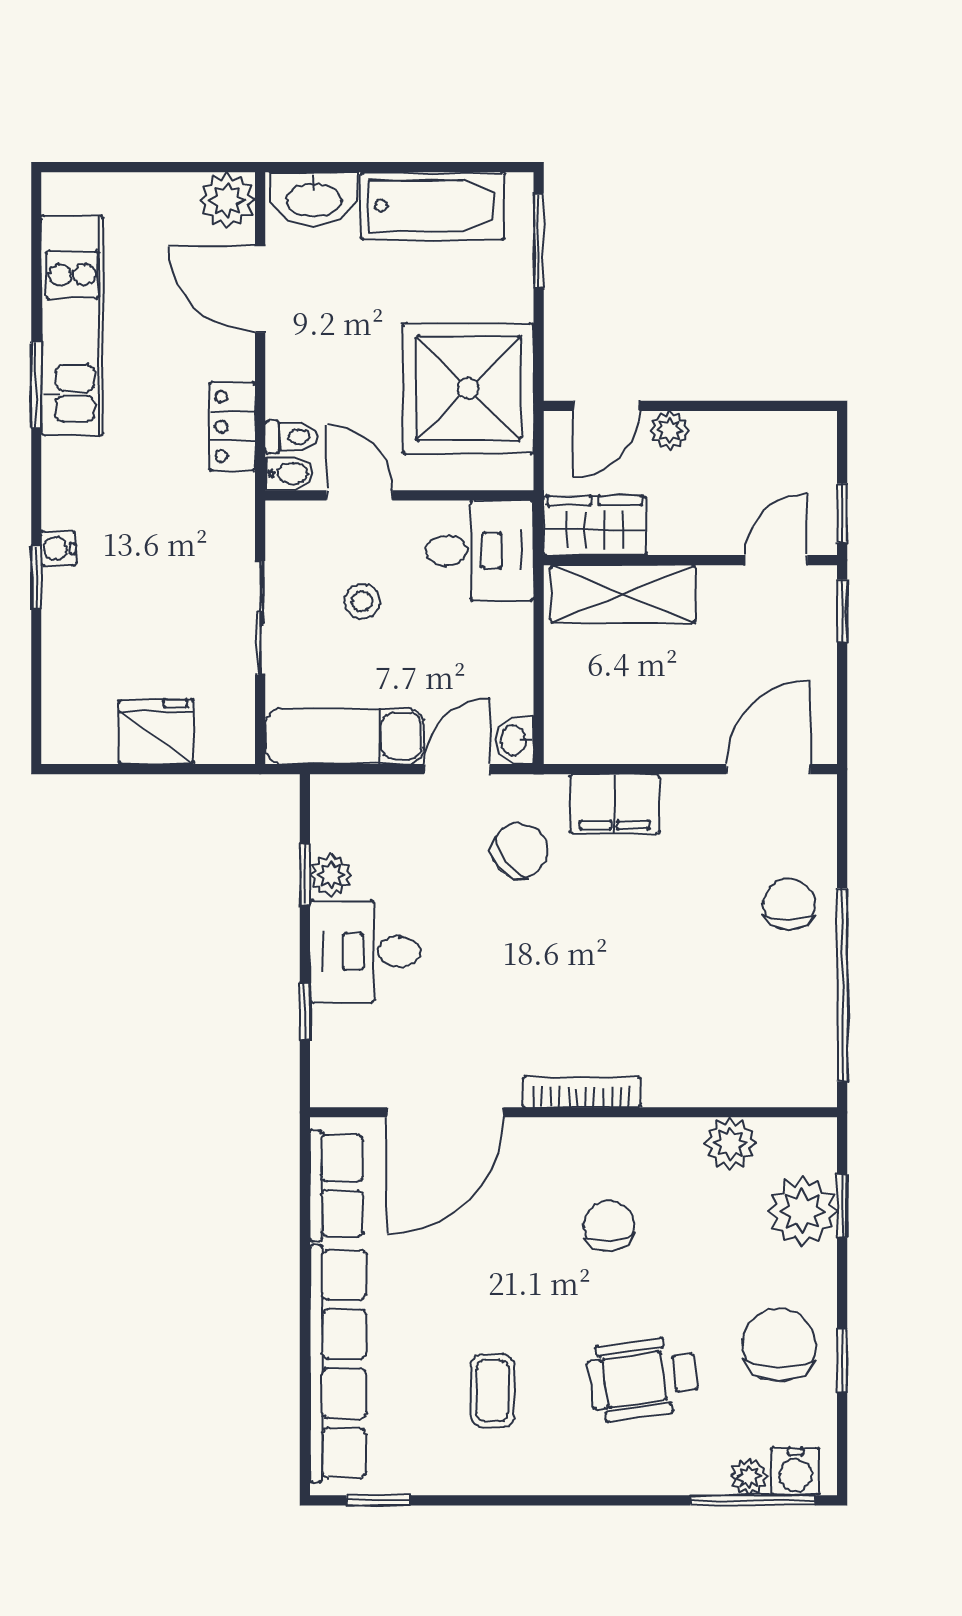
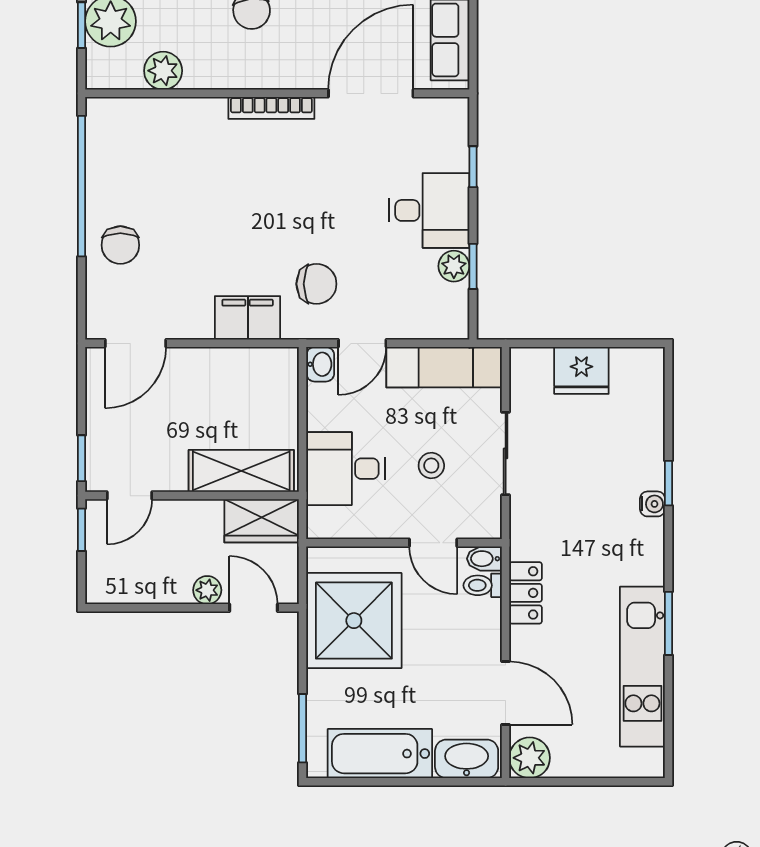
door: (606, 406) -> (253, 608), hinge flipped
desk: (480, 550) -> (346, 469), moved
chair: (520, 851) -> (316, 284), turned -141

